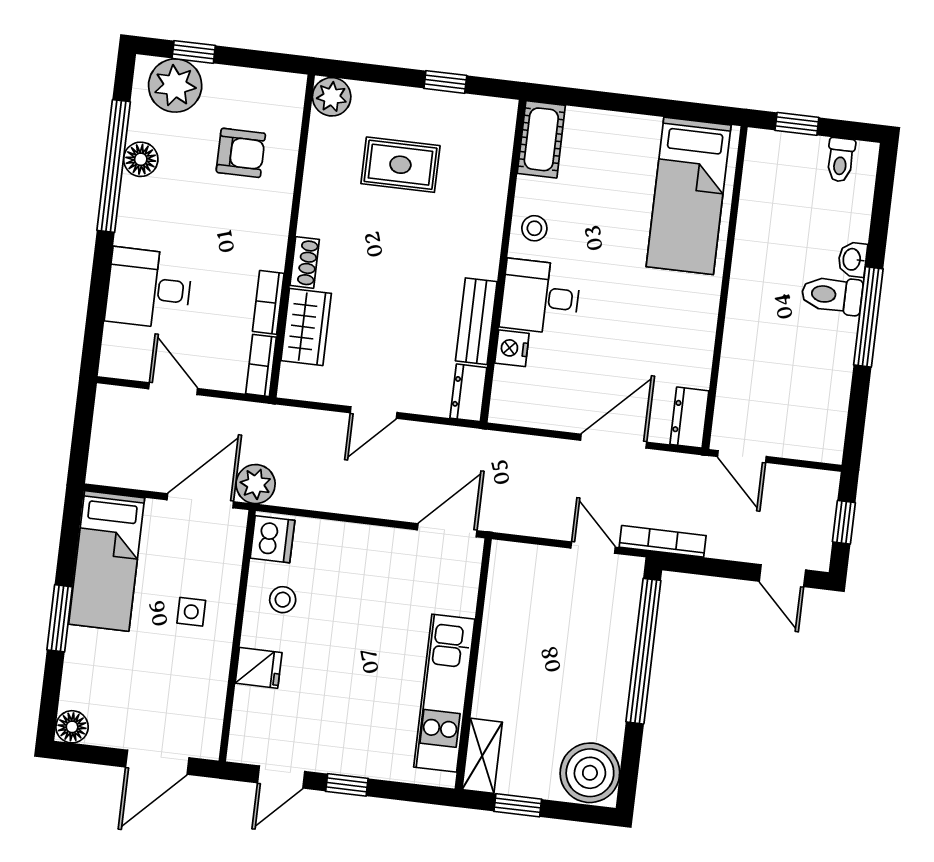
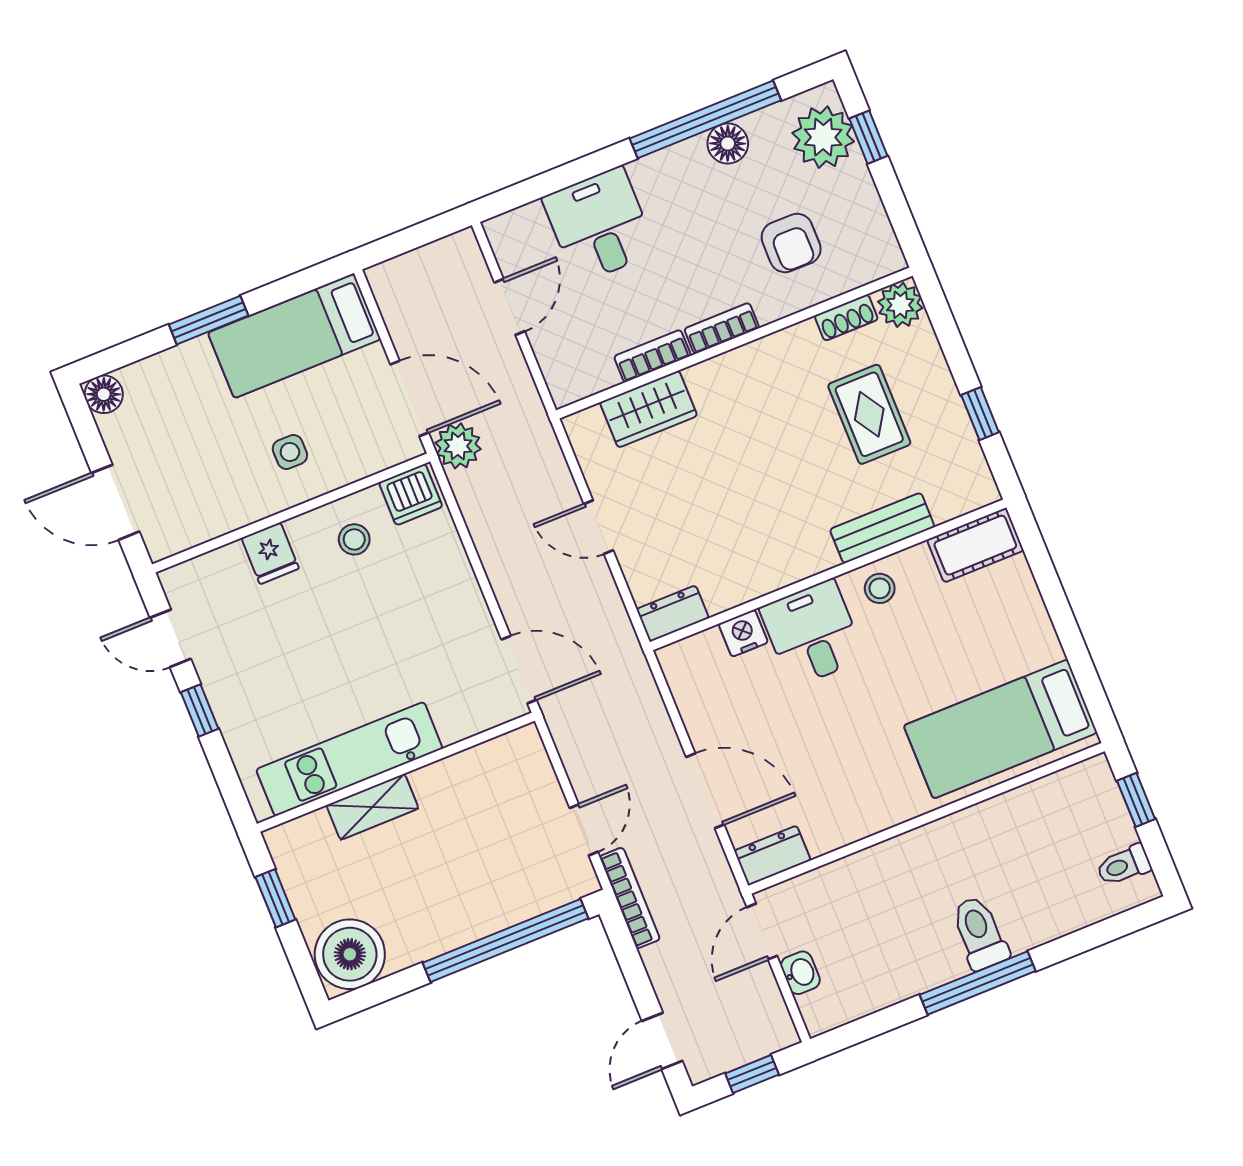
washbasin: (853, 259) -> (800, 973), moved, turned 90
shoe rack: (305, 262) -> (846, 318), moved
bench: (476, 321) -> (882, 528), moved
bookcase: (261, 365) -> (722, 328), moved
shelving: (482, 756) -> (372, 807), moved

